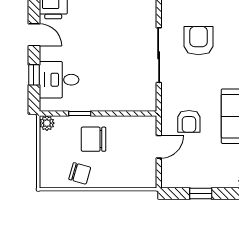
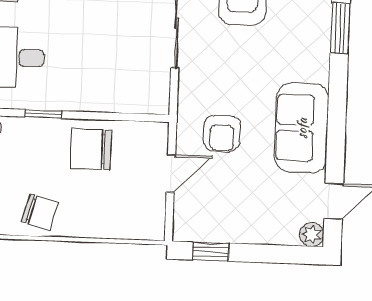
chair: (94, 139) -> (91, 149), moved
window: (201, 193) -> (211, 252), moved

